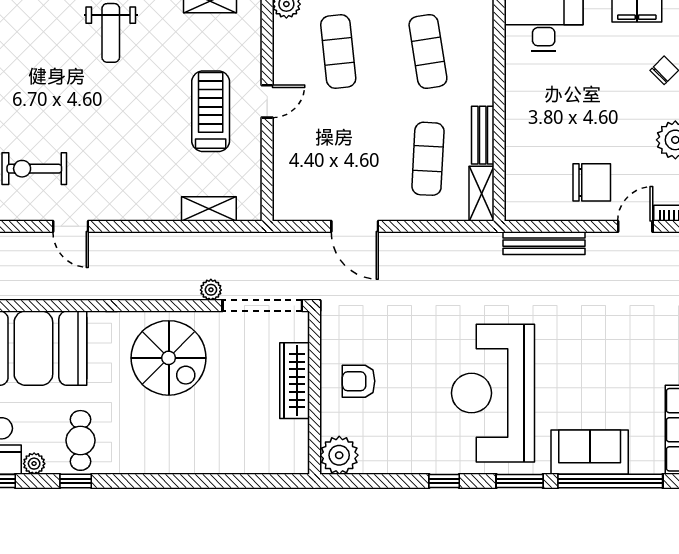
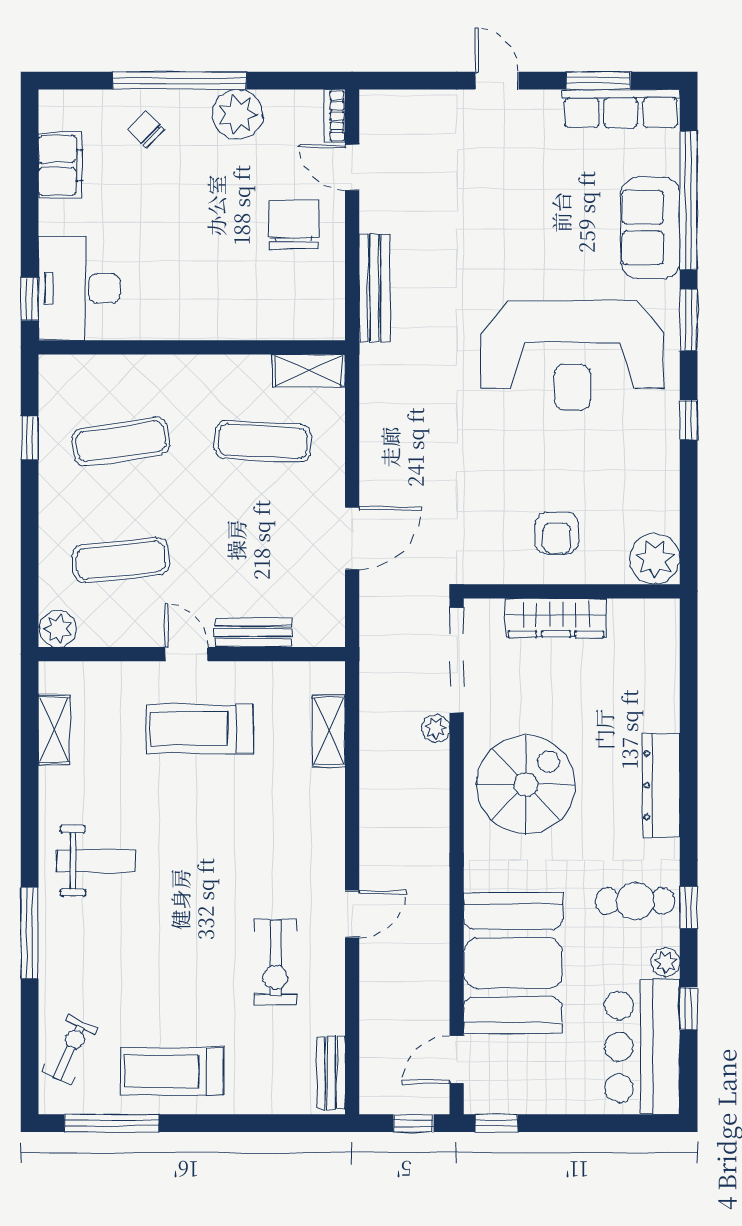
bench: (483, 135) -> (253, 633), moved
dresser: (168, 460) -> (661, 785), added

